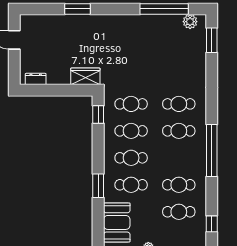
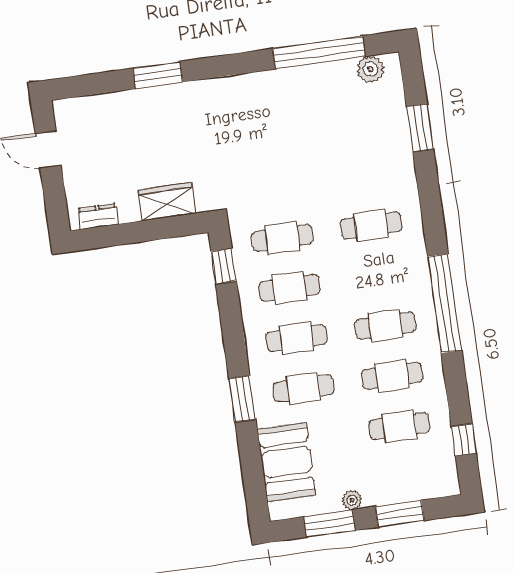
window: (212, 40) -> (420, 128), moved
wardrobe: (85, 76) -> (167, 202), moved
cafe table: (179, 131) -> (385, 326), moved

